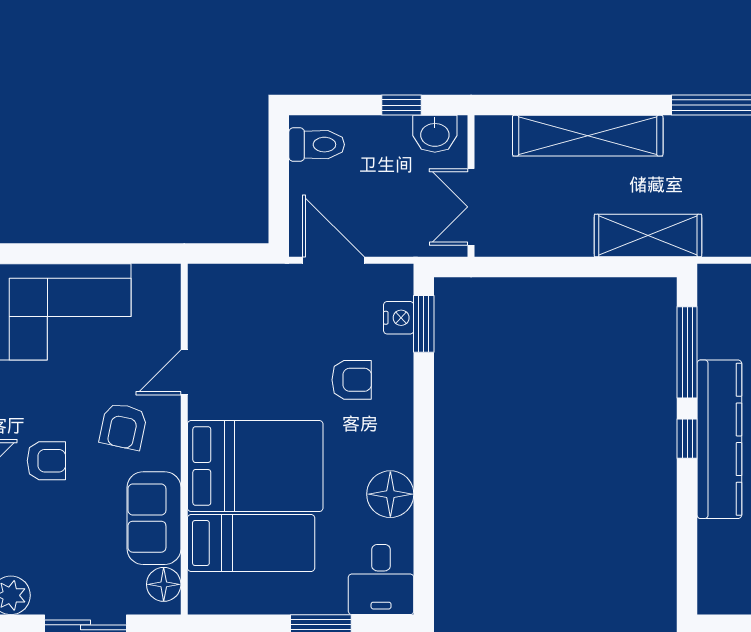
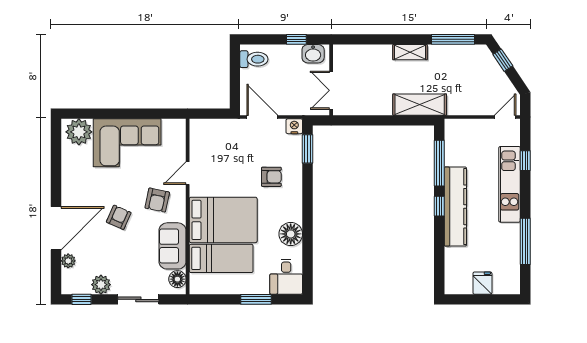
shelving: (588, 136) -> (410, 52), width x0.45, depth x0.75
nightstand: (399, 318) -> (294, 126), moved, turned -90
armchair: (46, 461) -> (119, 217), turned -66

